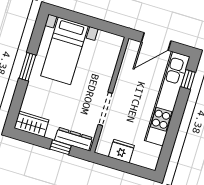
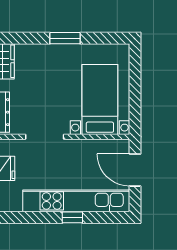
bed with nightstands: (64, 51) -> (100, 100), moved, turned 90
window: (188, 80) -> (72, 217), moved

